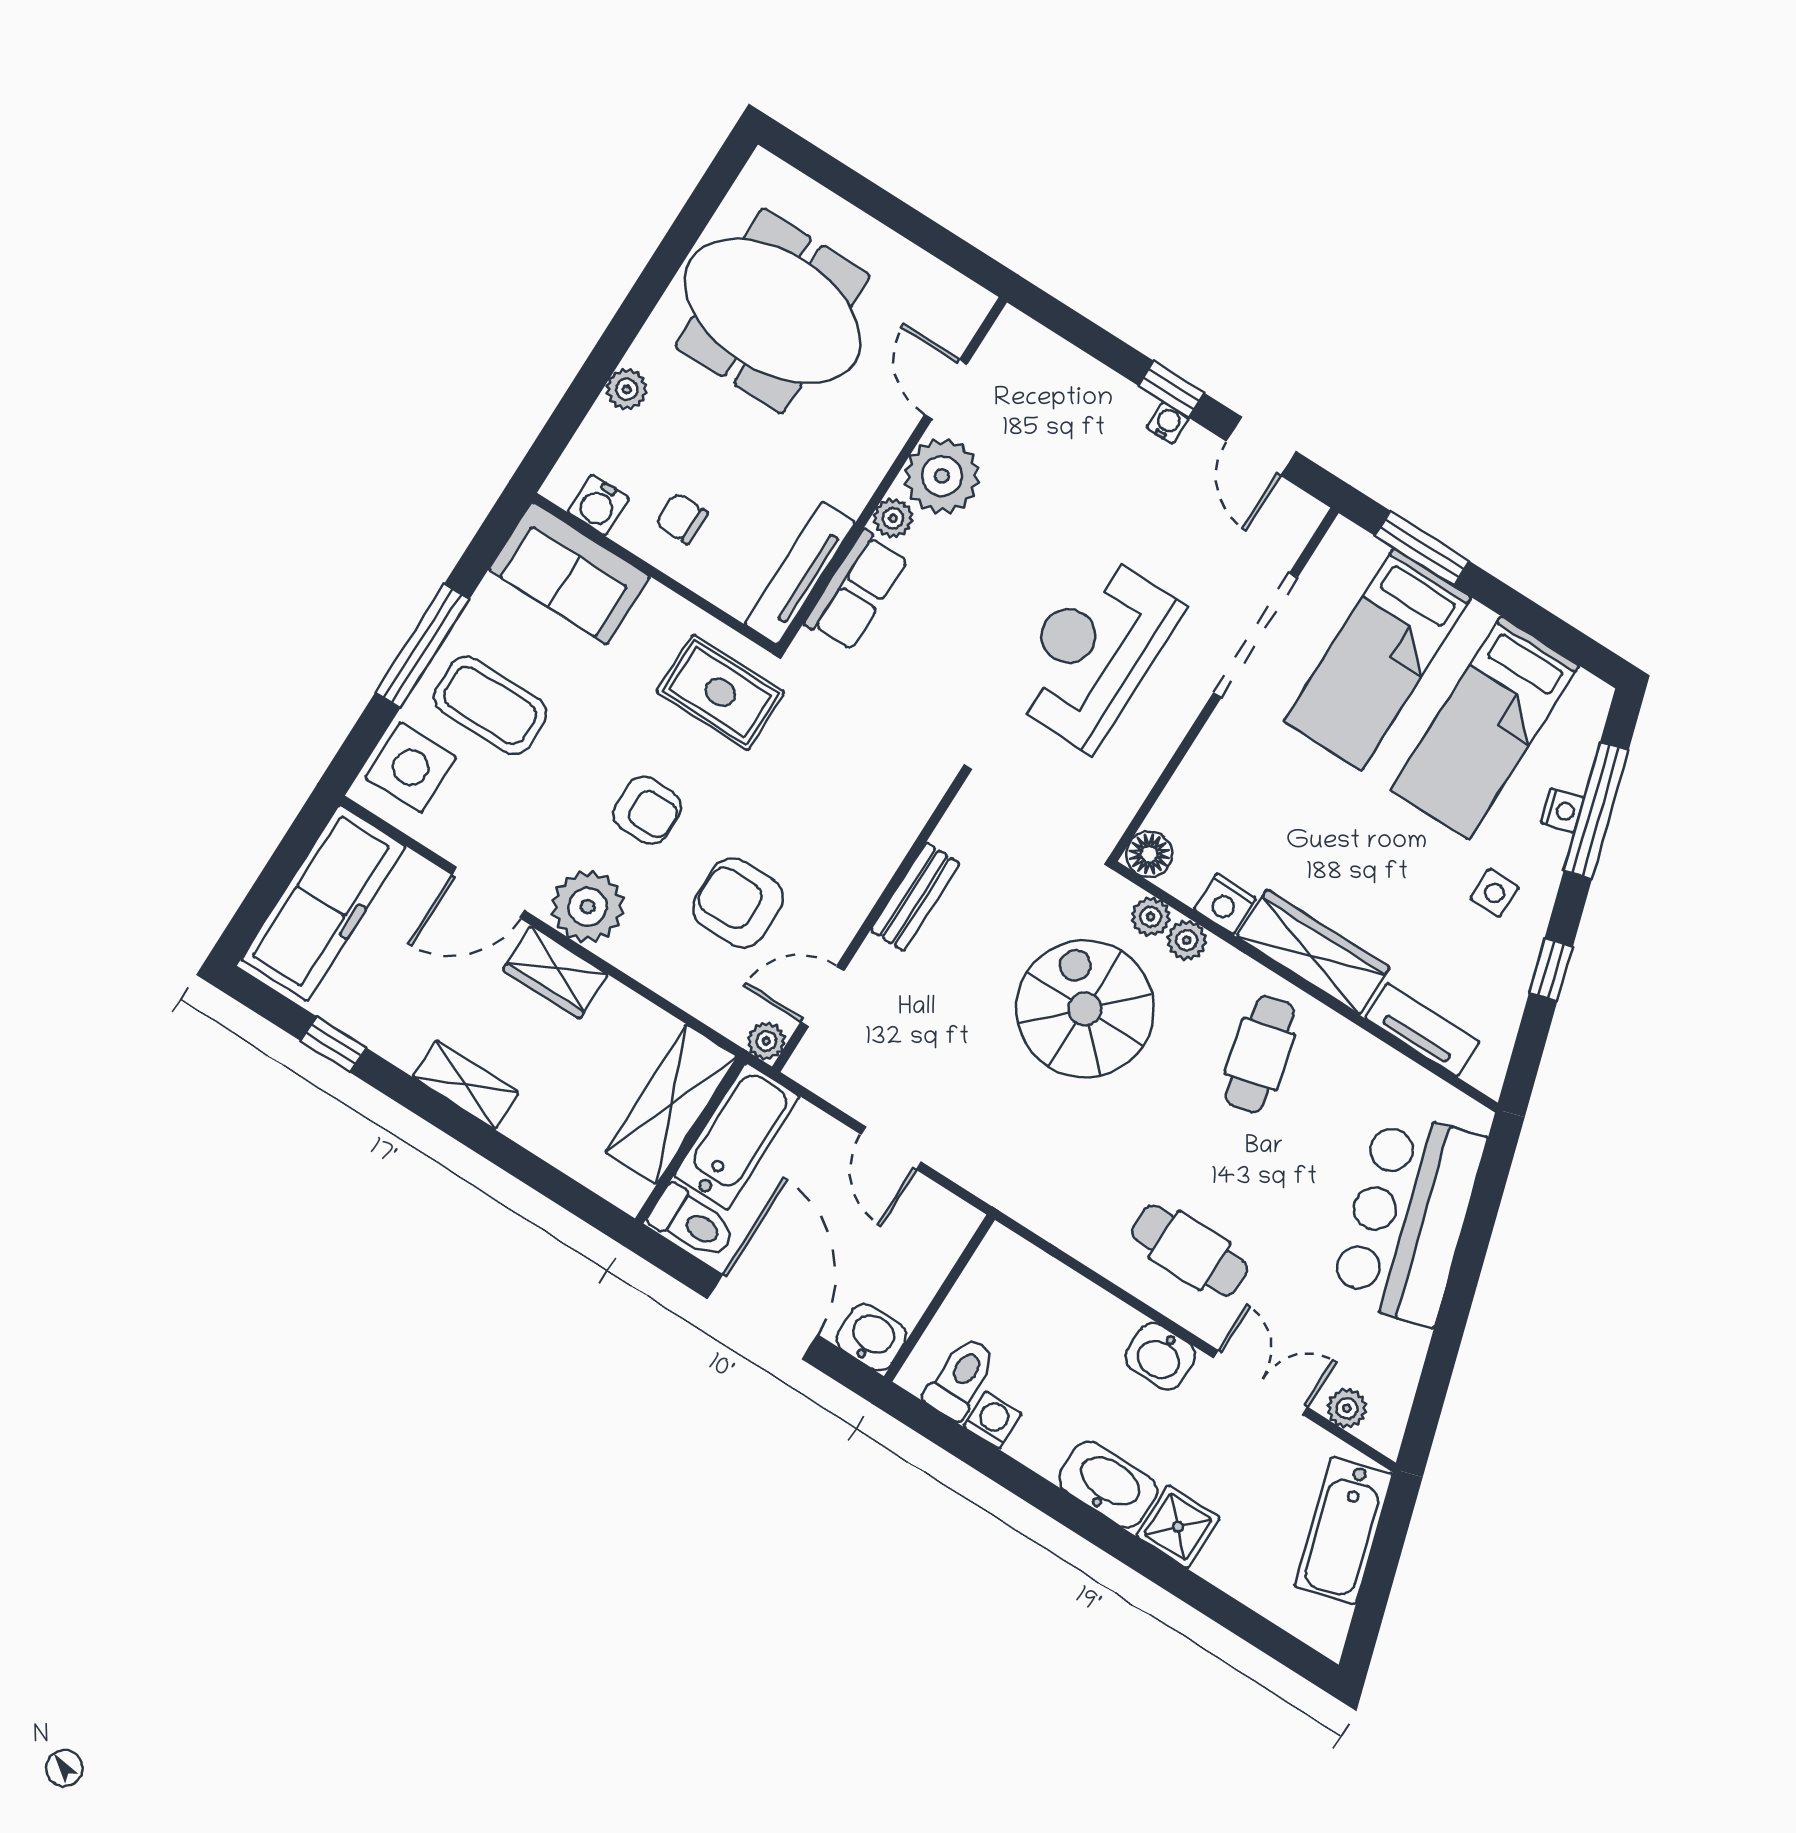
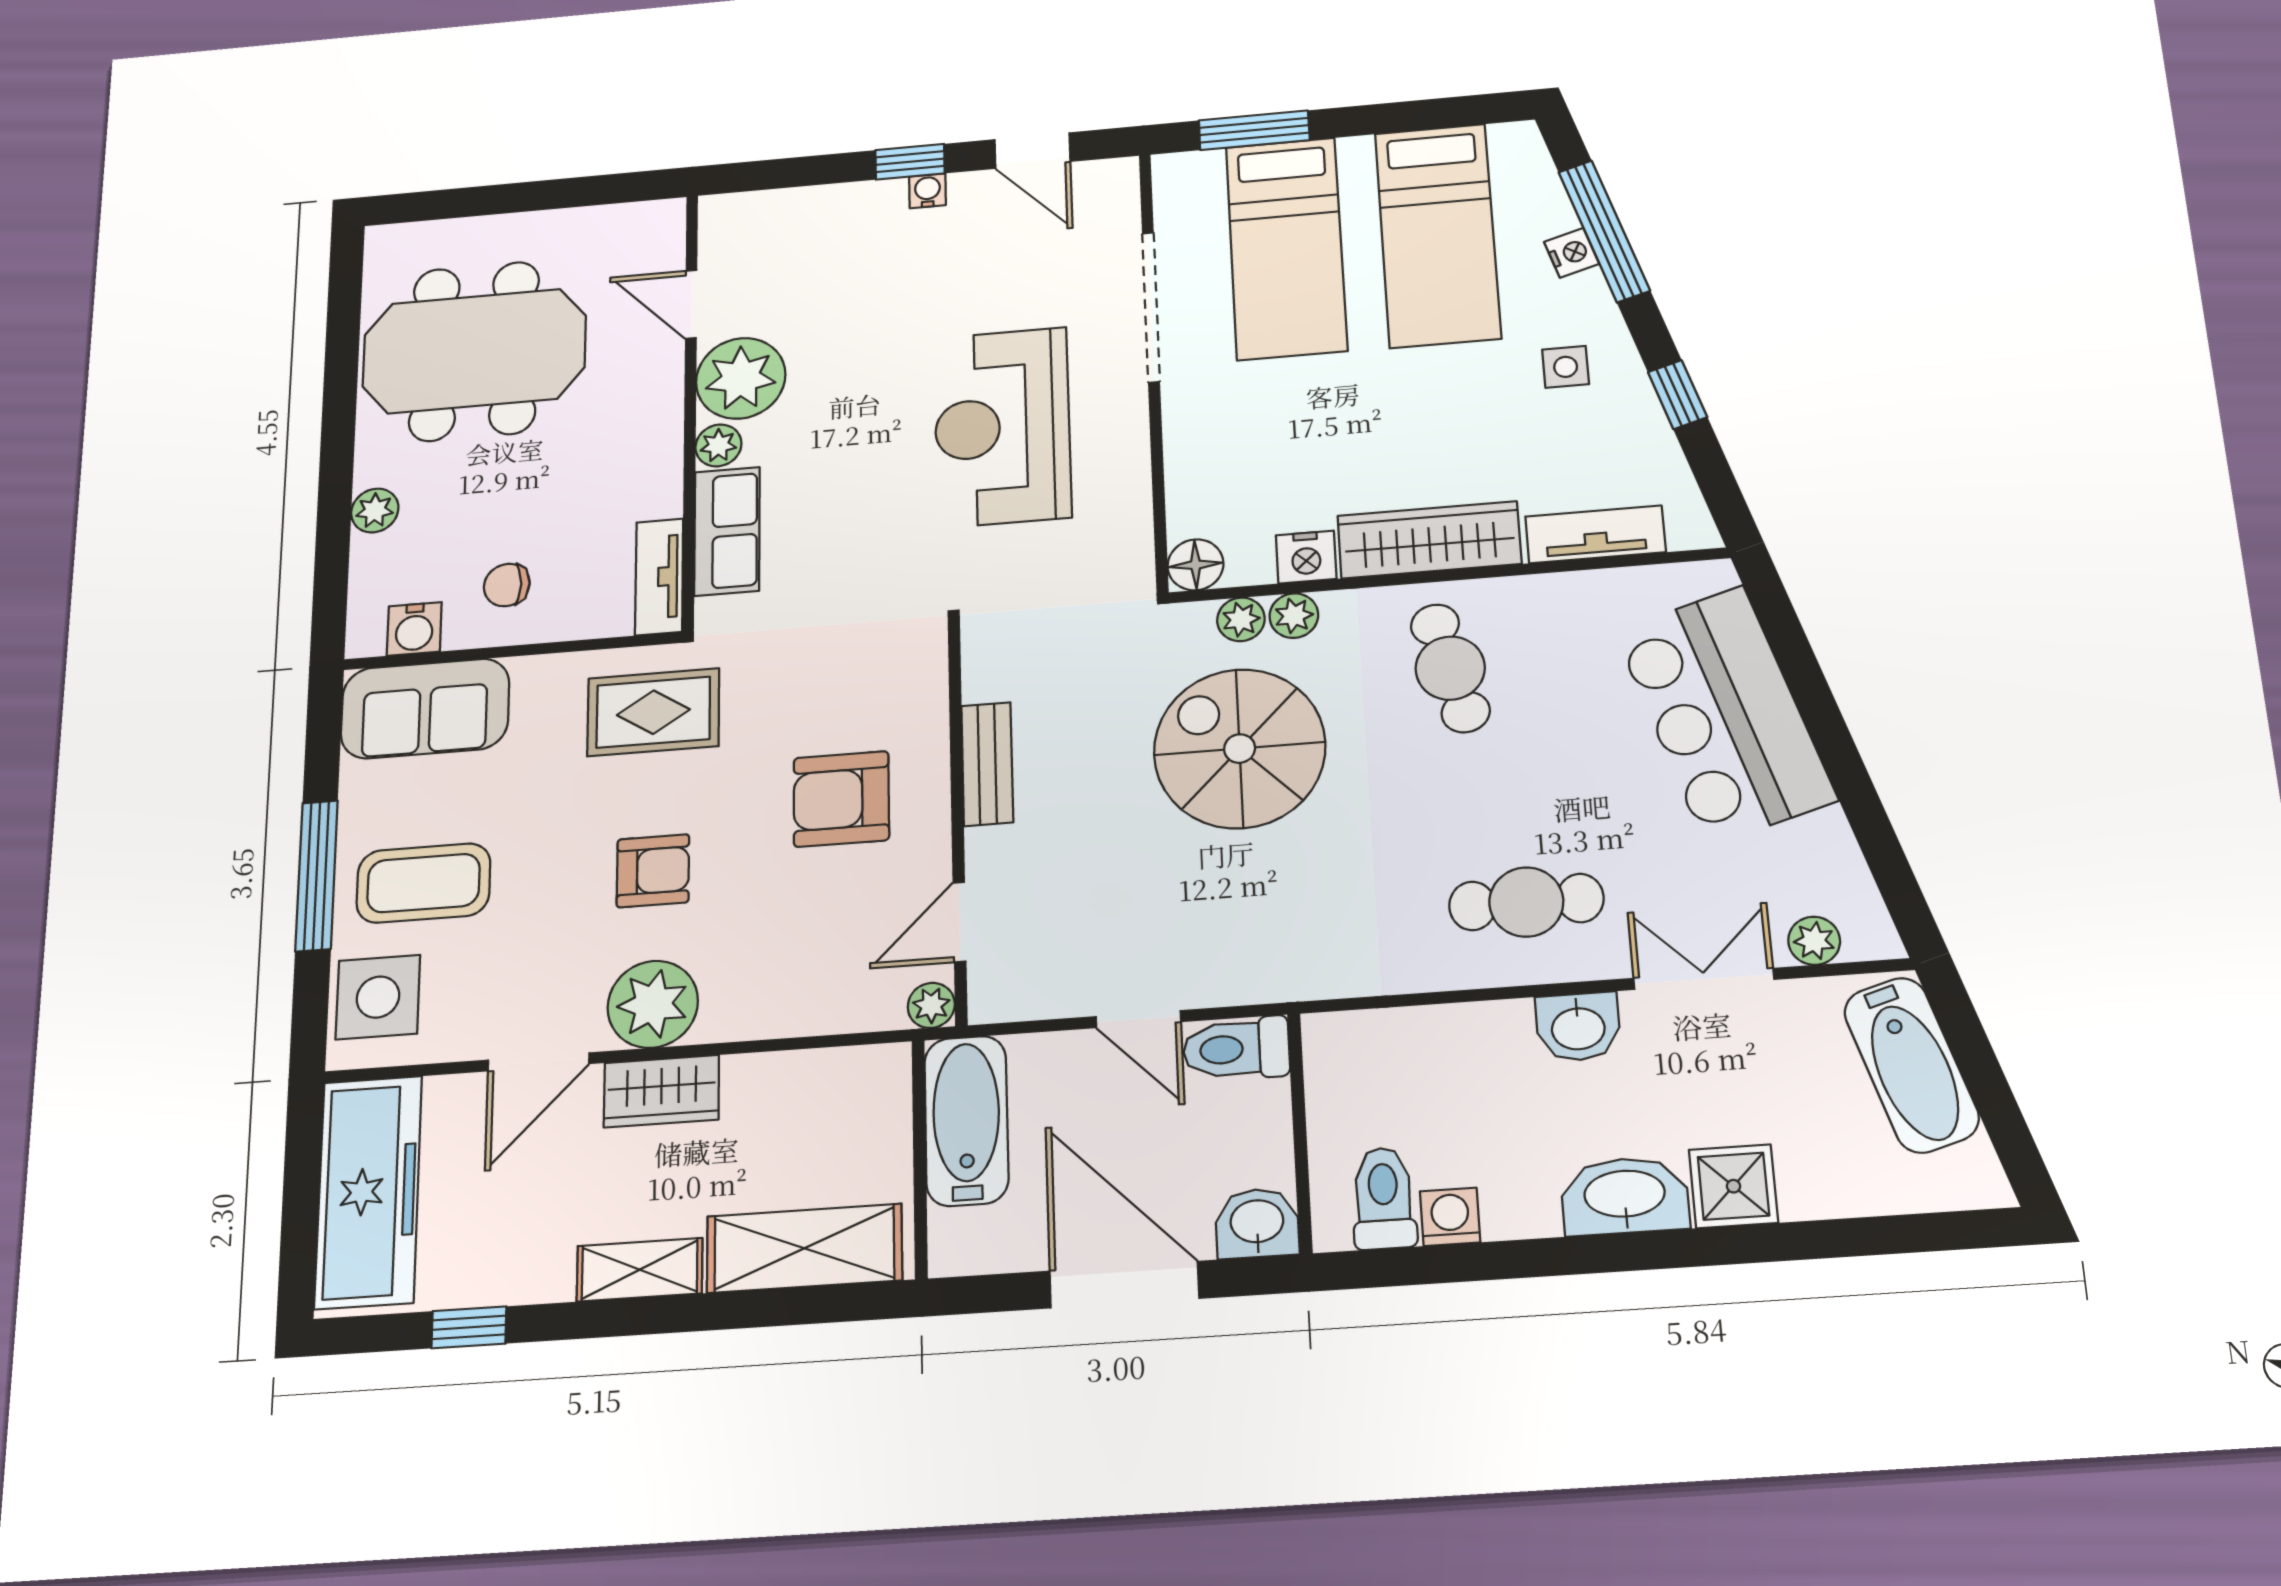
tv unit: (800, 573) -> (659, 577), width x0.71
armchair: (738, 903) -> (841, 799), moved
shelving: (671, 1104) -> (804, 1248), moved, turned 90
toilet: (692, 1223) -> (1236, 1049), moved, turned 180

